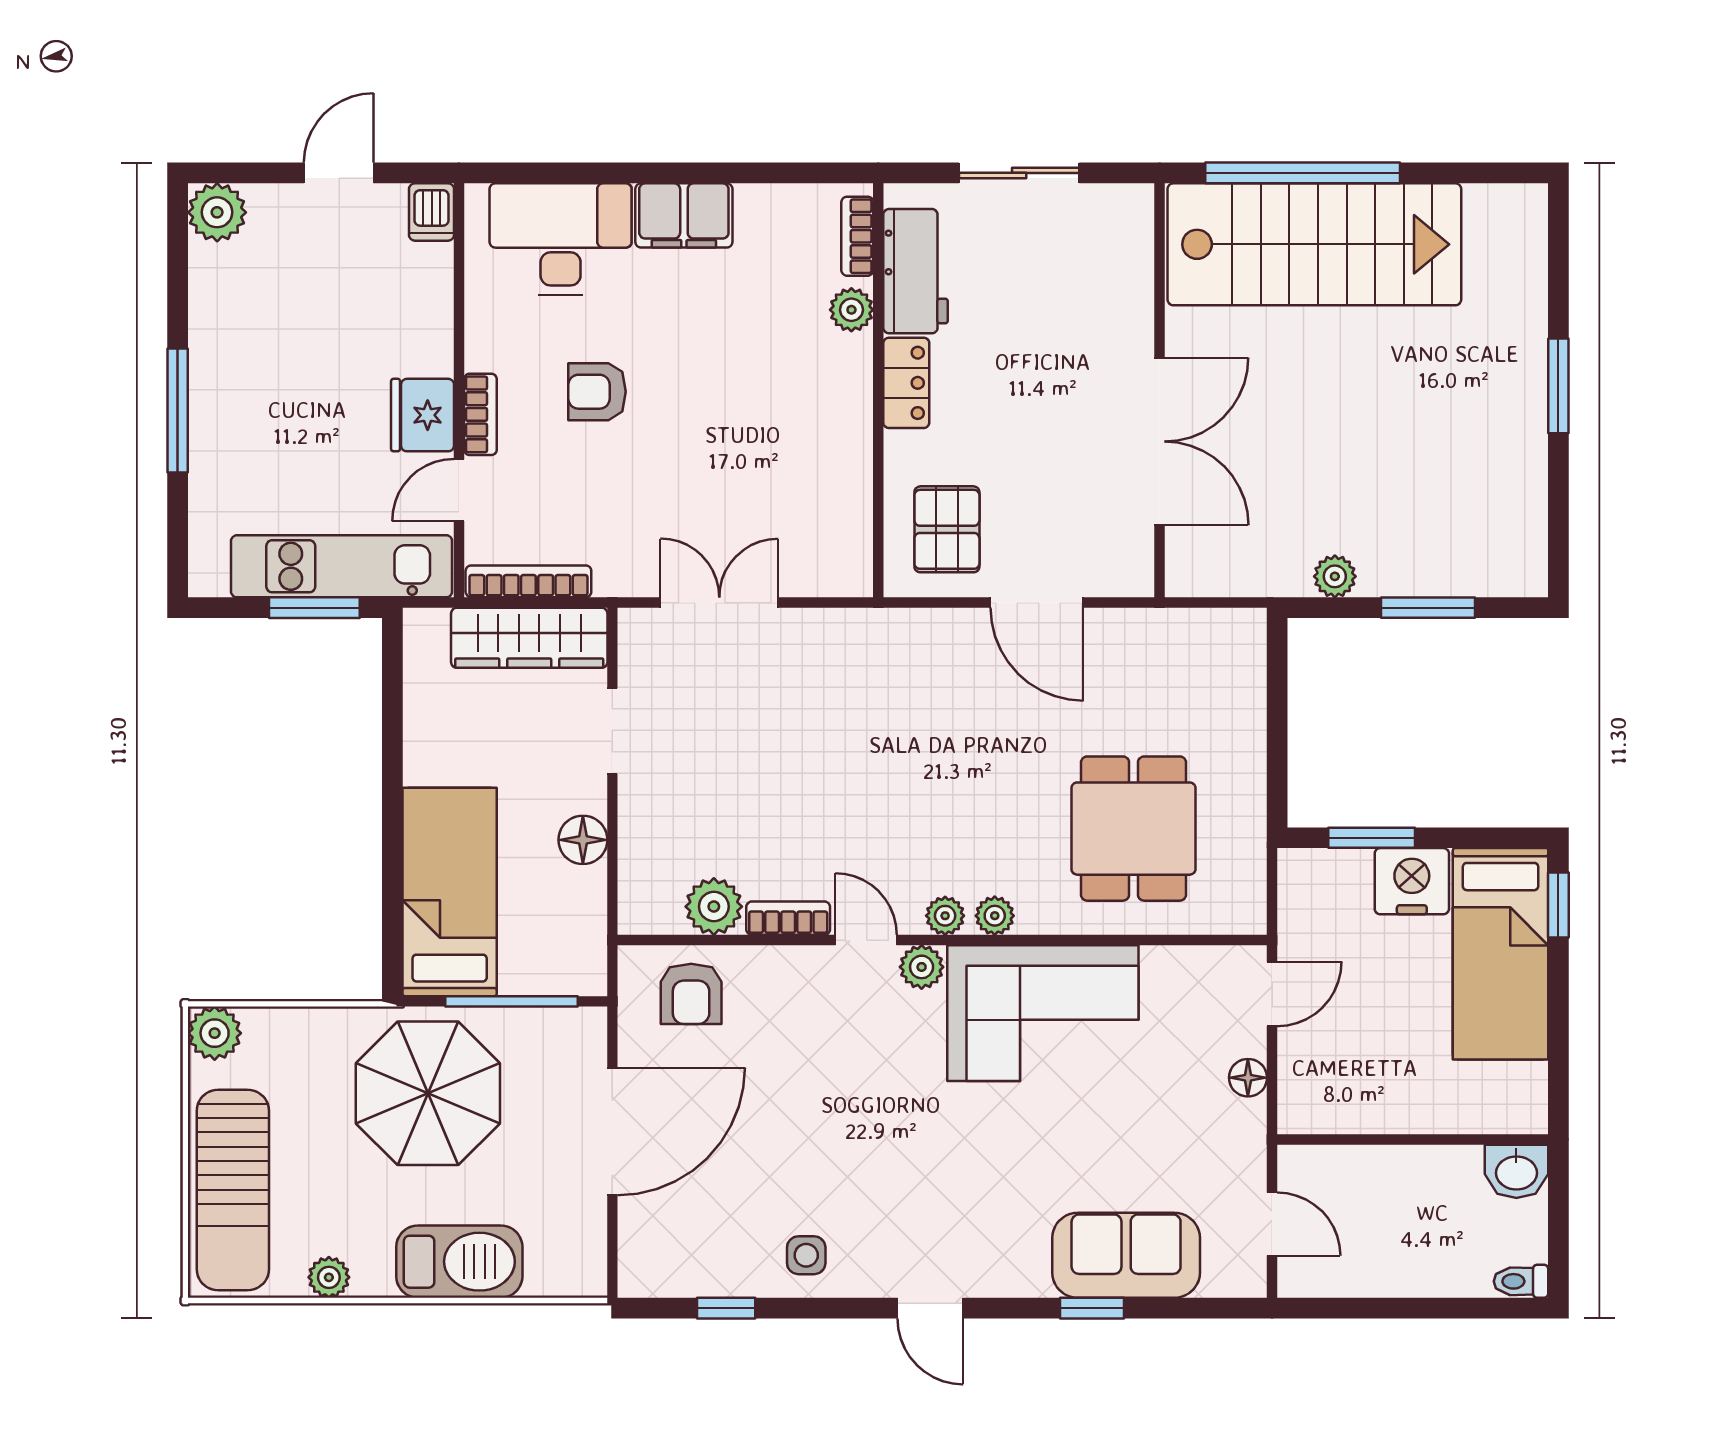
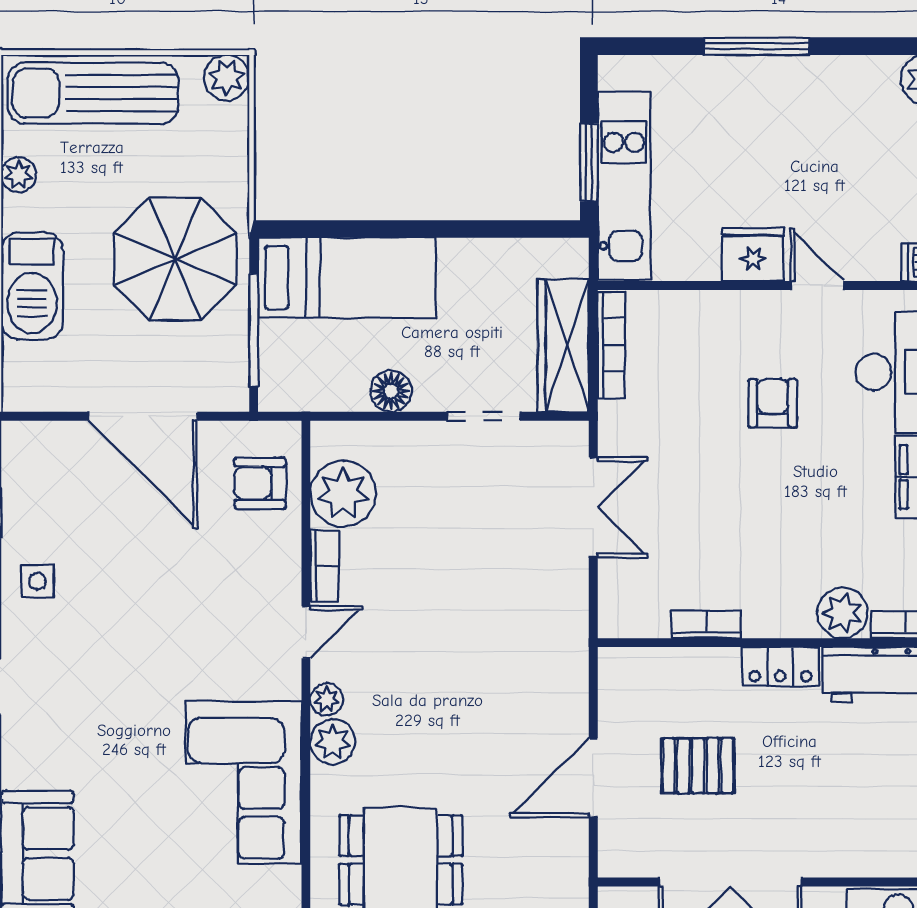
plant: (851, 310) -> (842, 613), width x1.38, depth x1.38
bookcase: (480, 414) -> (706, 624), moved, turned 180
door: (459, 490) -> (817, 286), moved
pallet: (947, 529) -> (698, 766), moved
plant: (714, 907) -> (343, 494), width x1.36, depth x1.36
plant: (995, 916) -> (333, 742), width x1.38, depth x1.38
plant: (922, 967) -> (283, 679), removed

